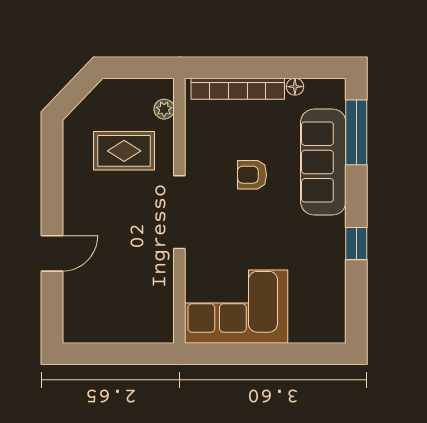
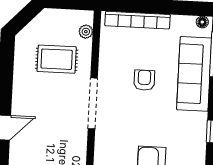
floor lamp: (295, 87) -> (202, 22), moved
armchair: (252, 175) -> (144, 80), turned 90

